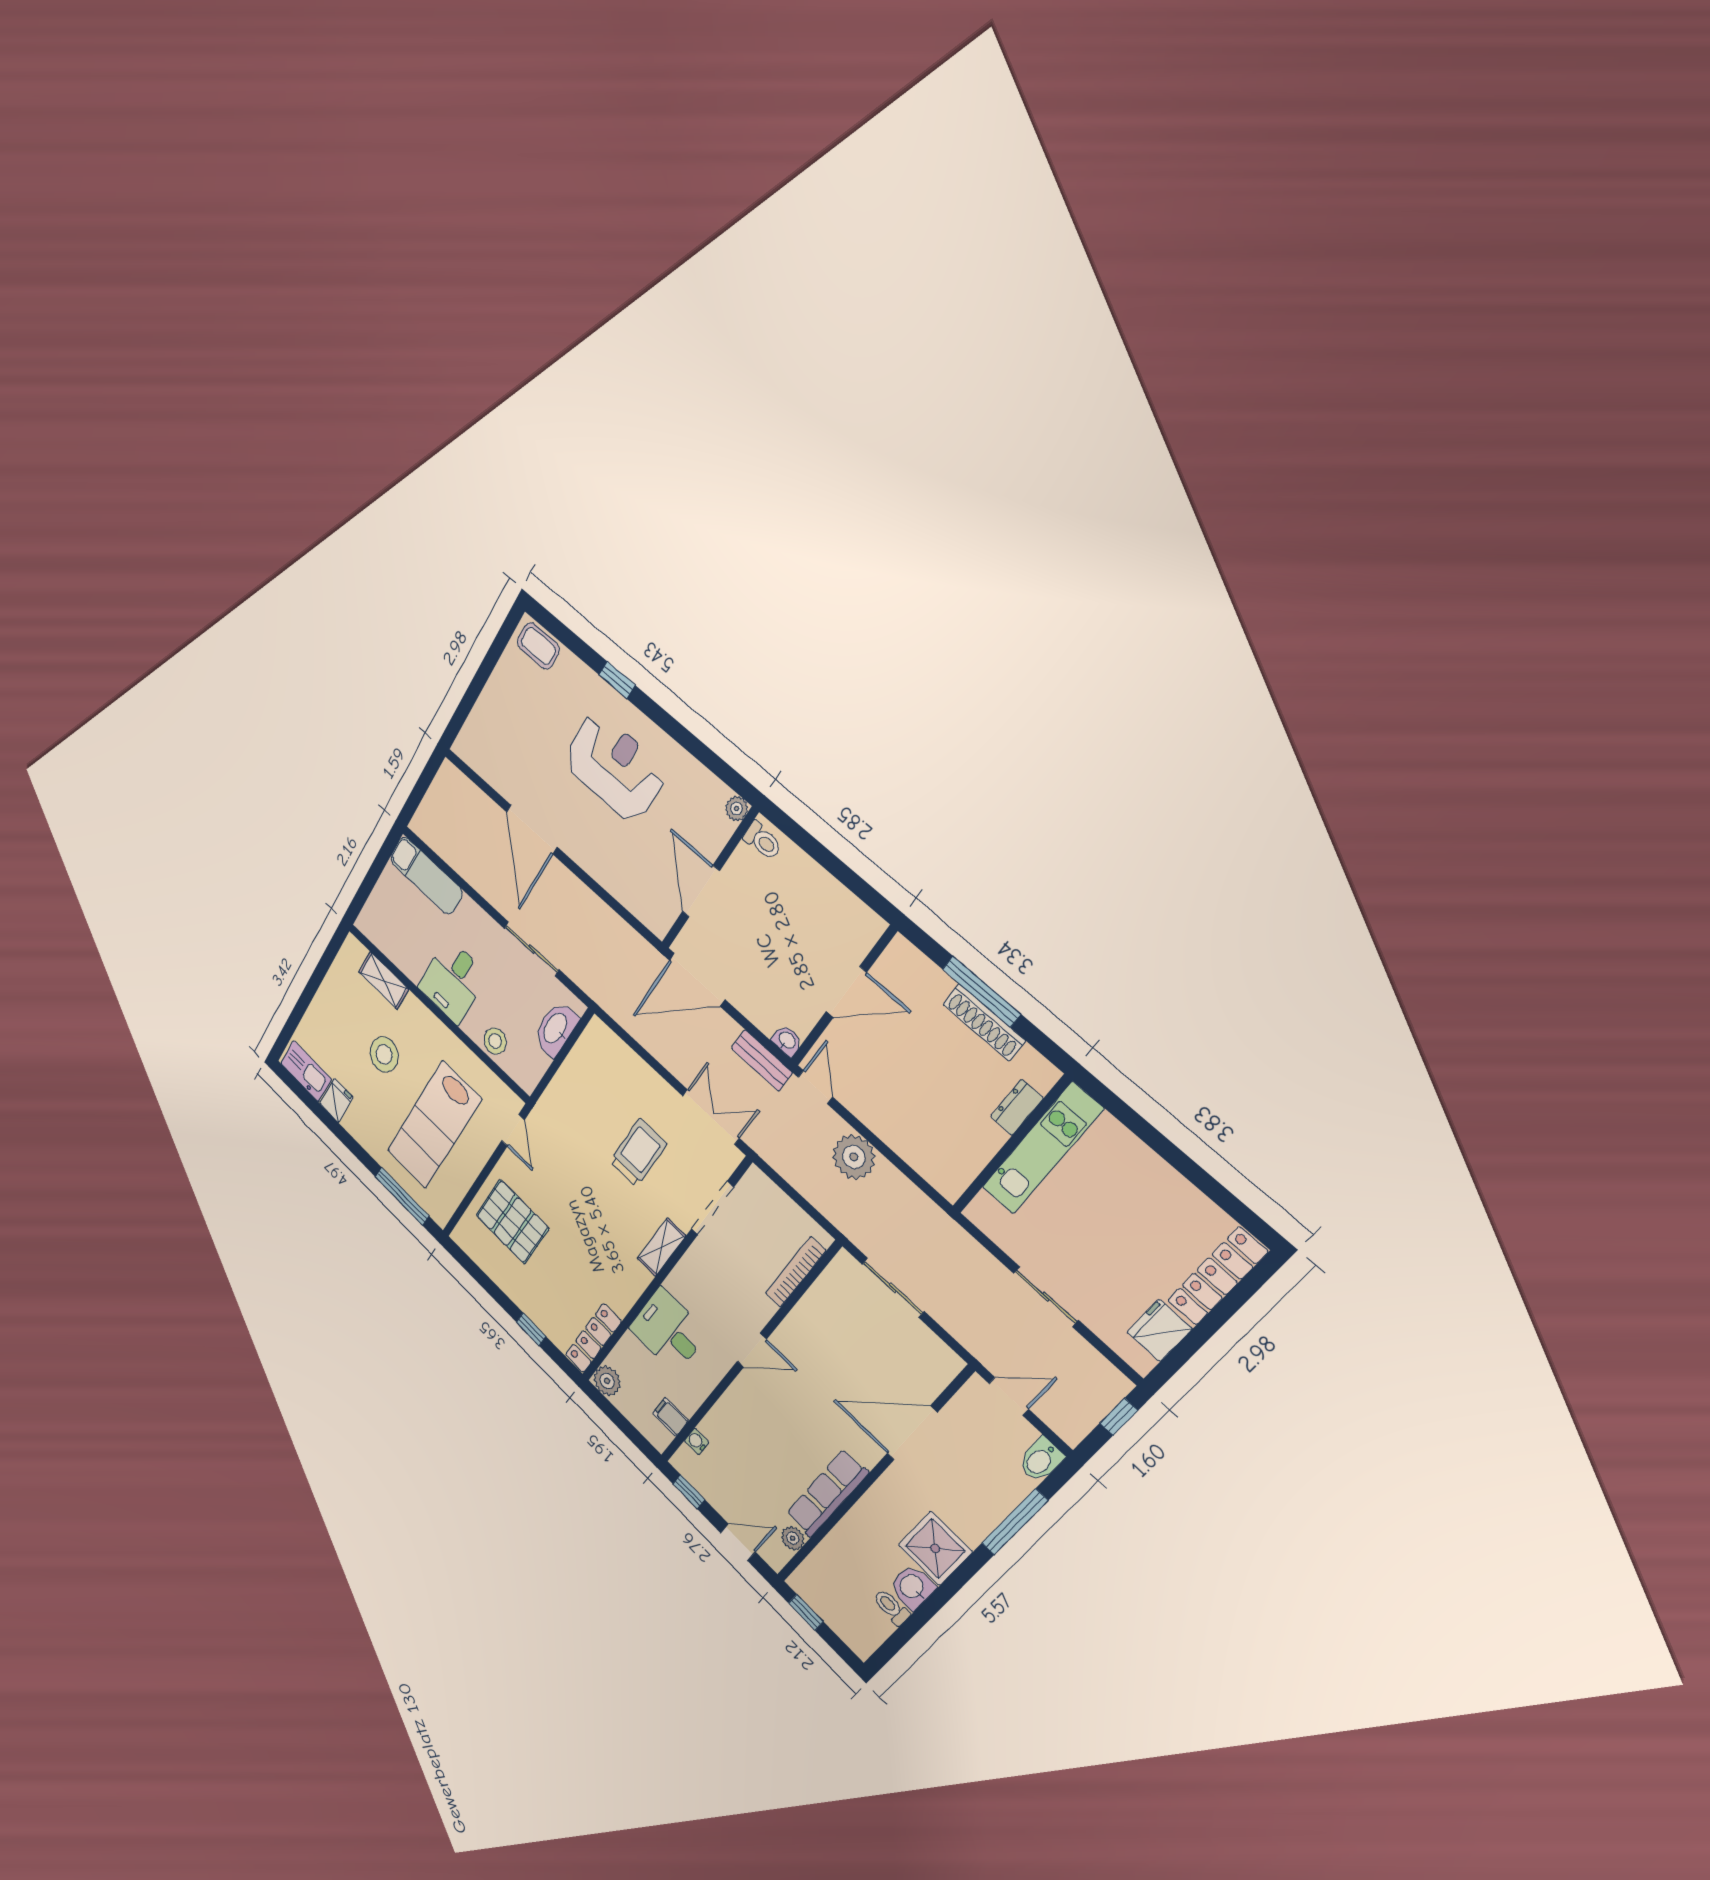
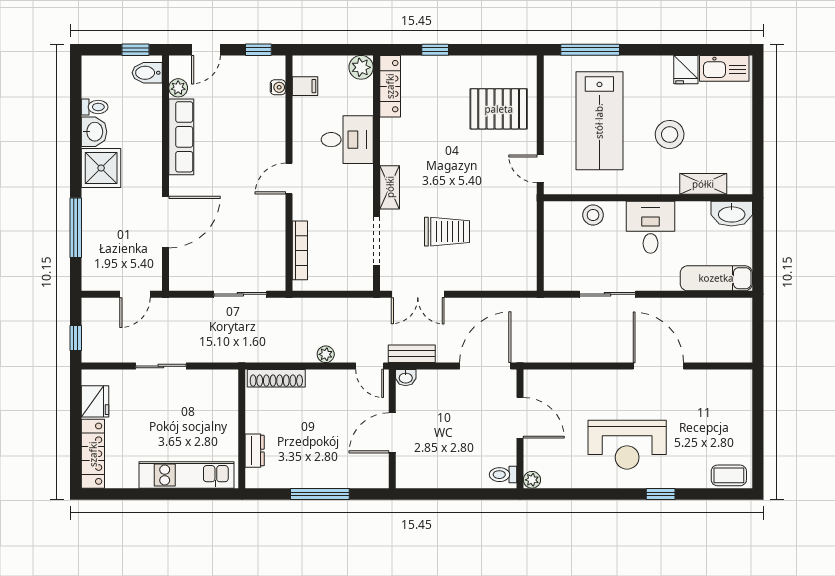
shoe rack: (984, 1022) -> (276, 378), moved, turned 180
washbasin: (556, 1029) -> (732, 214), moved, turned 90
lab bench: (434, 1125) -> (599, 121), turned 180
kitchen unit: (1042, 1149) -> (186, 475), moved, turned 90
trolley: (638, 1153) -> (447, 232), turned -90
plant: (854, 1157) -> (326, 354), width x0.53, depth x0.53
bidet: (1041, 1460) -> (147, 73), moved, turned -90

